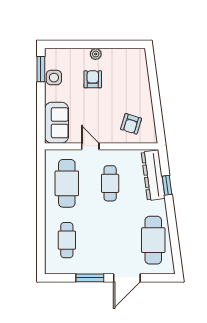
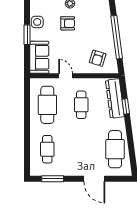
window: (41, 69) -> (27, 35), moved
armchair: (93, 79) -> (68, 23), turned 90
window: (155, 97) -> (117, 37), added
window: (90, 278) -> (53, 179), moved
door: (127, 278) -> (94, 179), hinge flipped

